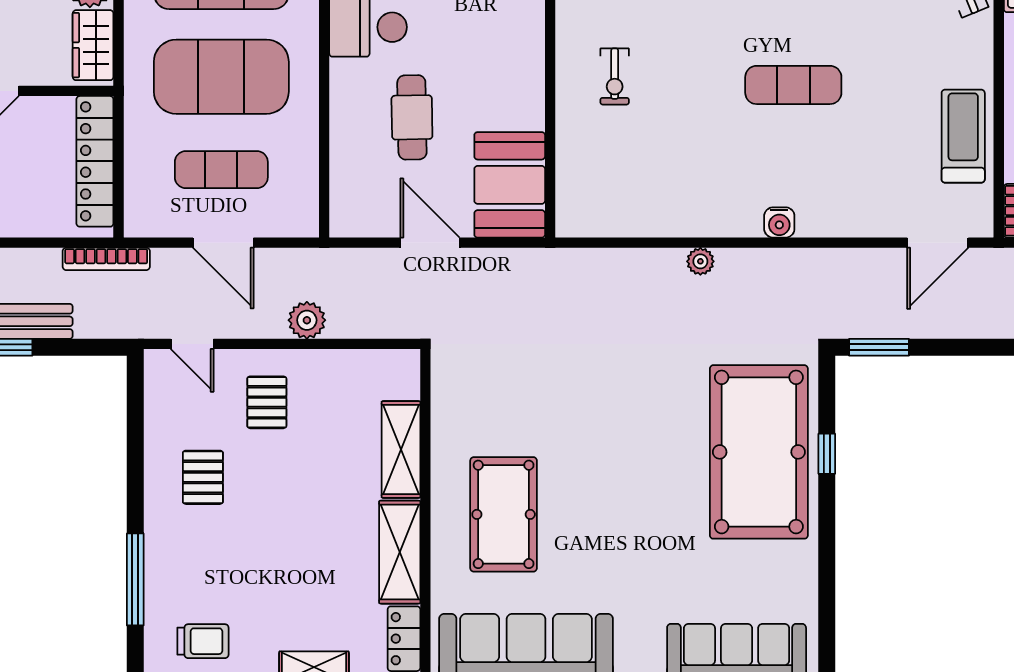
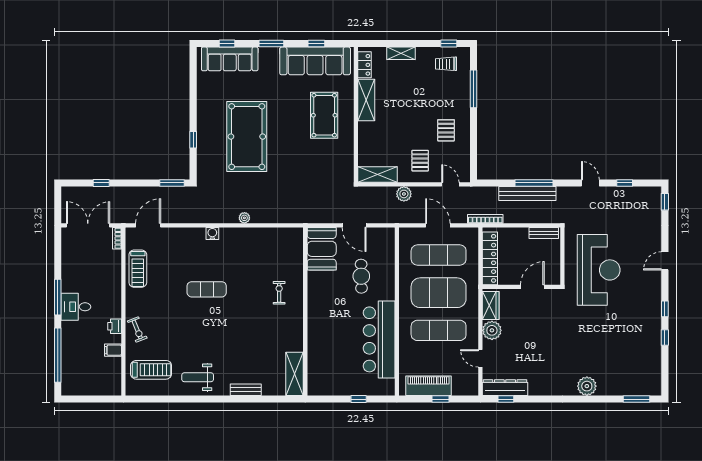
exercise mat: (221, 170) -> (439, 255), width x1.36, depth x1.45
shelving: (401, 450) -> (378, 174), moved, turned 90
pool table: (759, 452) -> (247, 137), moved

